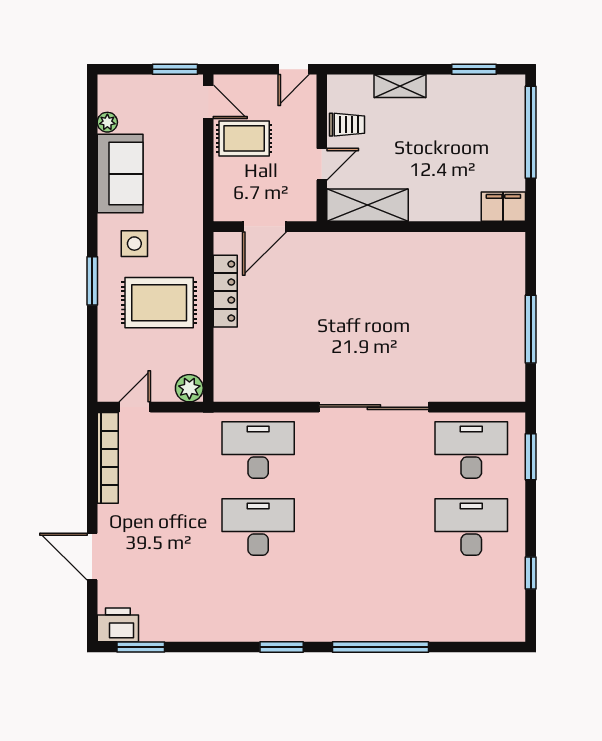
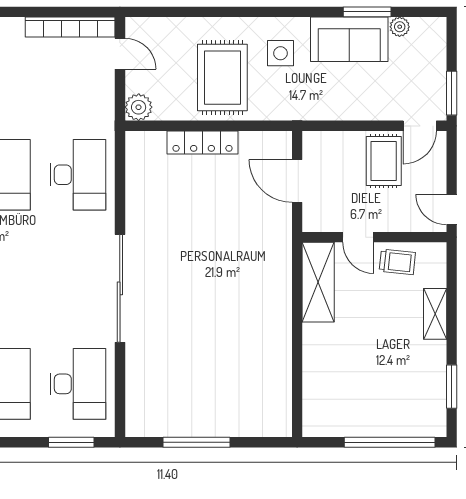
trolley: (347, 125) -> (397, 262), turned -84
filing cabinet: (503, 207) -> (317, 415), removed
window: (92, 281) -> (367, 12), moved
locker: (225, 291) -> (202, 143), moved

